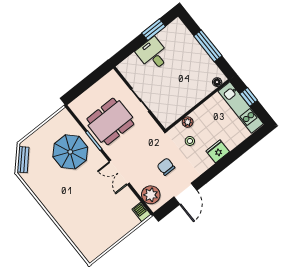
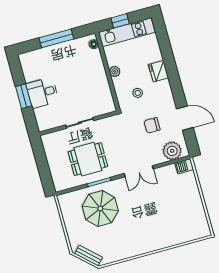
window: (154, 30) -> (24, 96), moved
dining table: (110, 121) -> (88, 159), width x0.73
plant: (188, 122) -> (115, 71), moved

